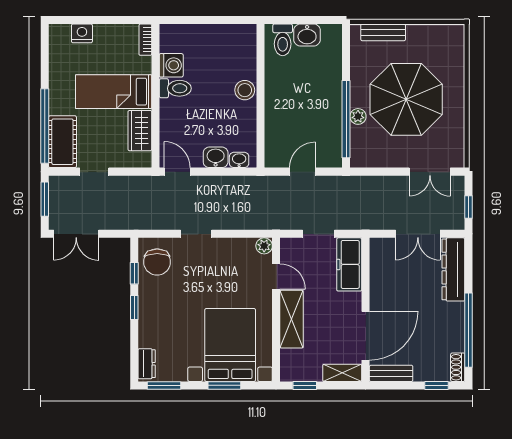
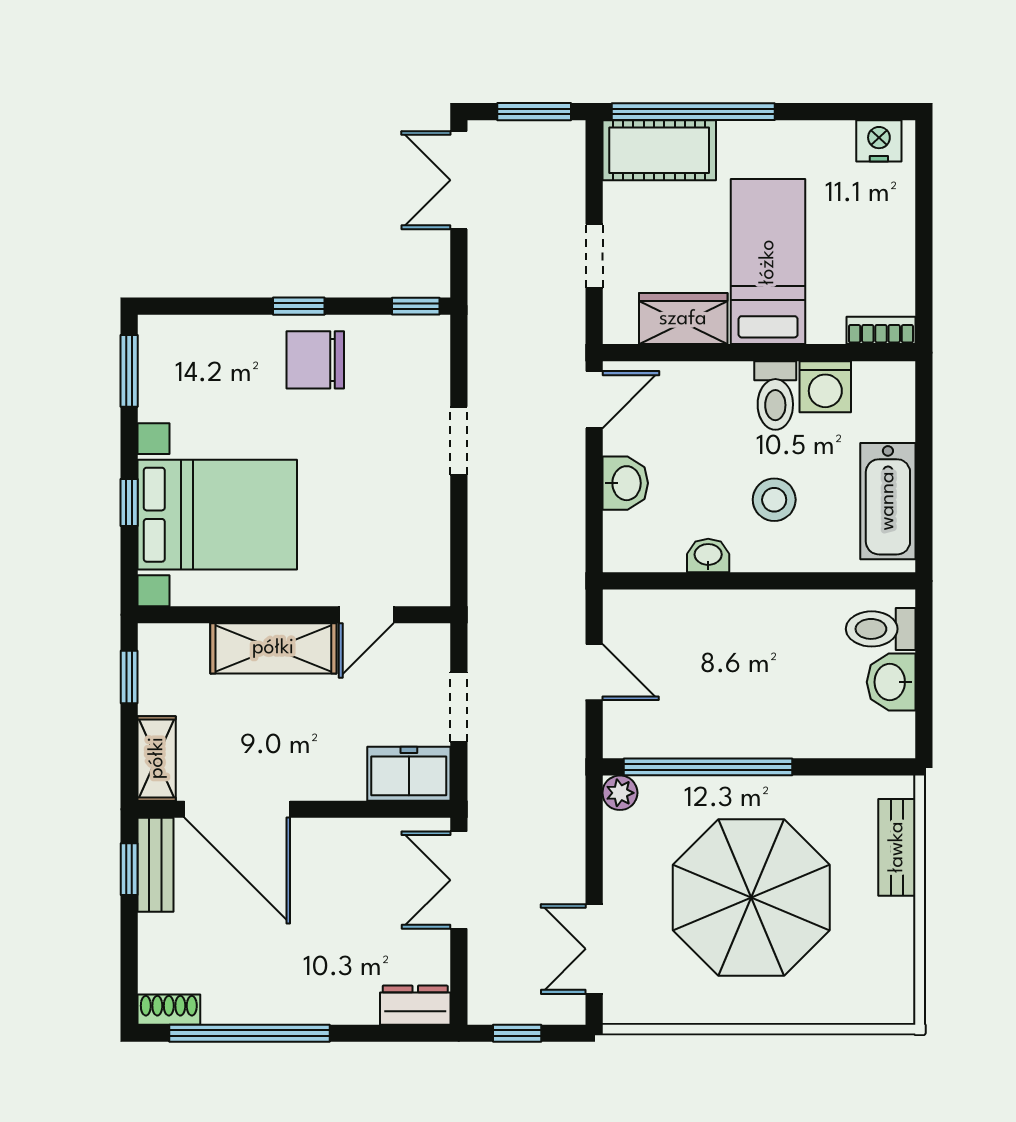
nightstand: (82, 33) -> (879, 141), moved, turned -90
bathtub: (224, 36) -> (888, 501), added
stool: (245, 90) -> (774, 500), moved
plant: (358, 116) -> (620, 793), moved
washbasin: (239, 160) -> (708, 556), moved, turned -90
doorway: (94, 172) -> (594, 256), moved
double door: (418, 234) -> (459, 880), moved
plant: (264, 246) -> (433, 589), removed
chair: (157, 262) -> (315, 360), moved
freezer: (349, 264) -> (409, 774), width x0.71
dresser: (453, 269) -> (415, 1005), width x0.51, depth x0.80
window: (134, 273) -> (416, 306), moved
dresser: (147, 364) -> (176, 333), removed
window: (224, 385) -> (129, 502), width x0.67
window: (437, 385) -> (129, 869), moved

